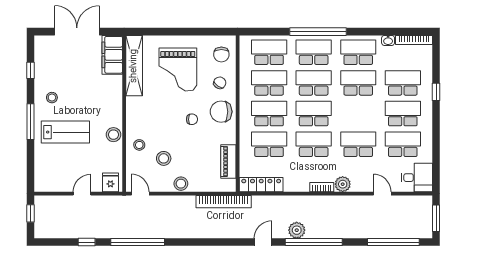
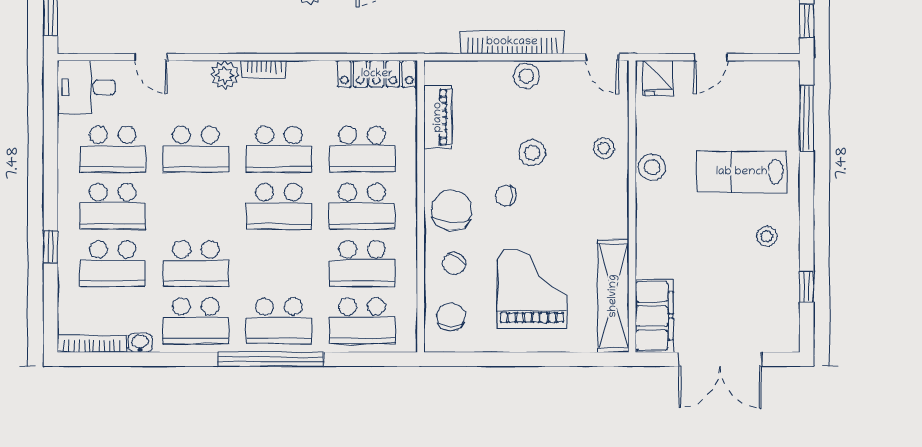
school desk: (314, 83) -> (279, 264), removed
chair: (221, 112) -> (451, 210), turned -85
window: (31, 122) -> (807, 118), moved
stool: (164, 158) -> (532, 153), moved
bookcase: (224, 202) -> (512, 42), moved

